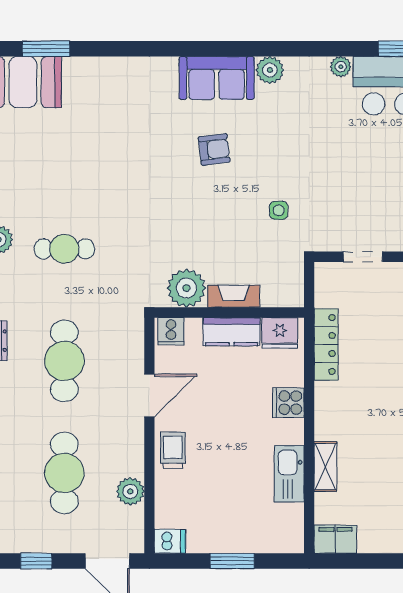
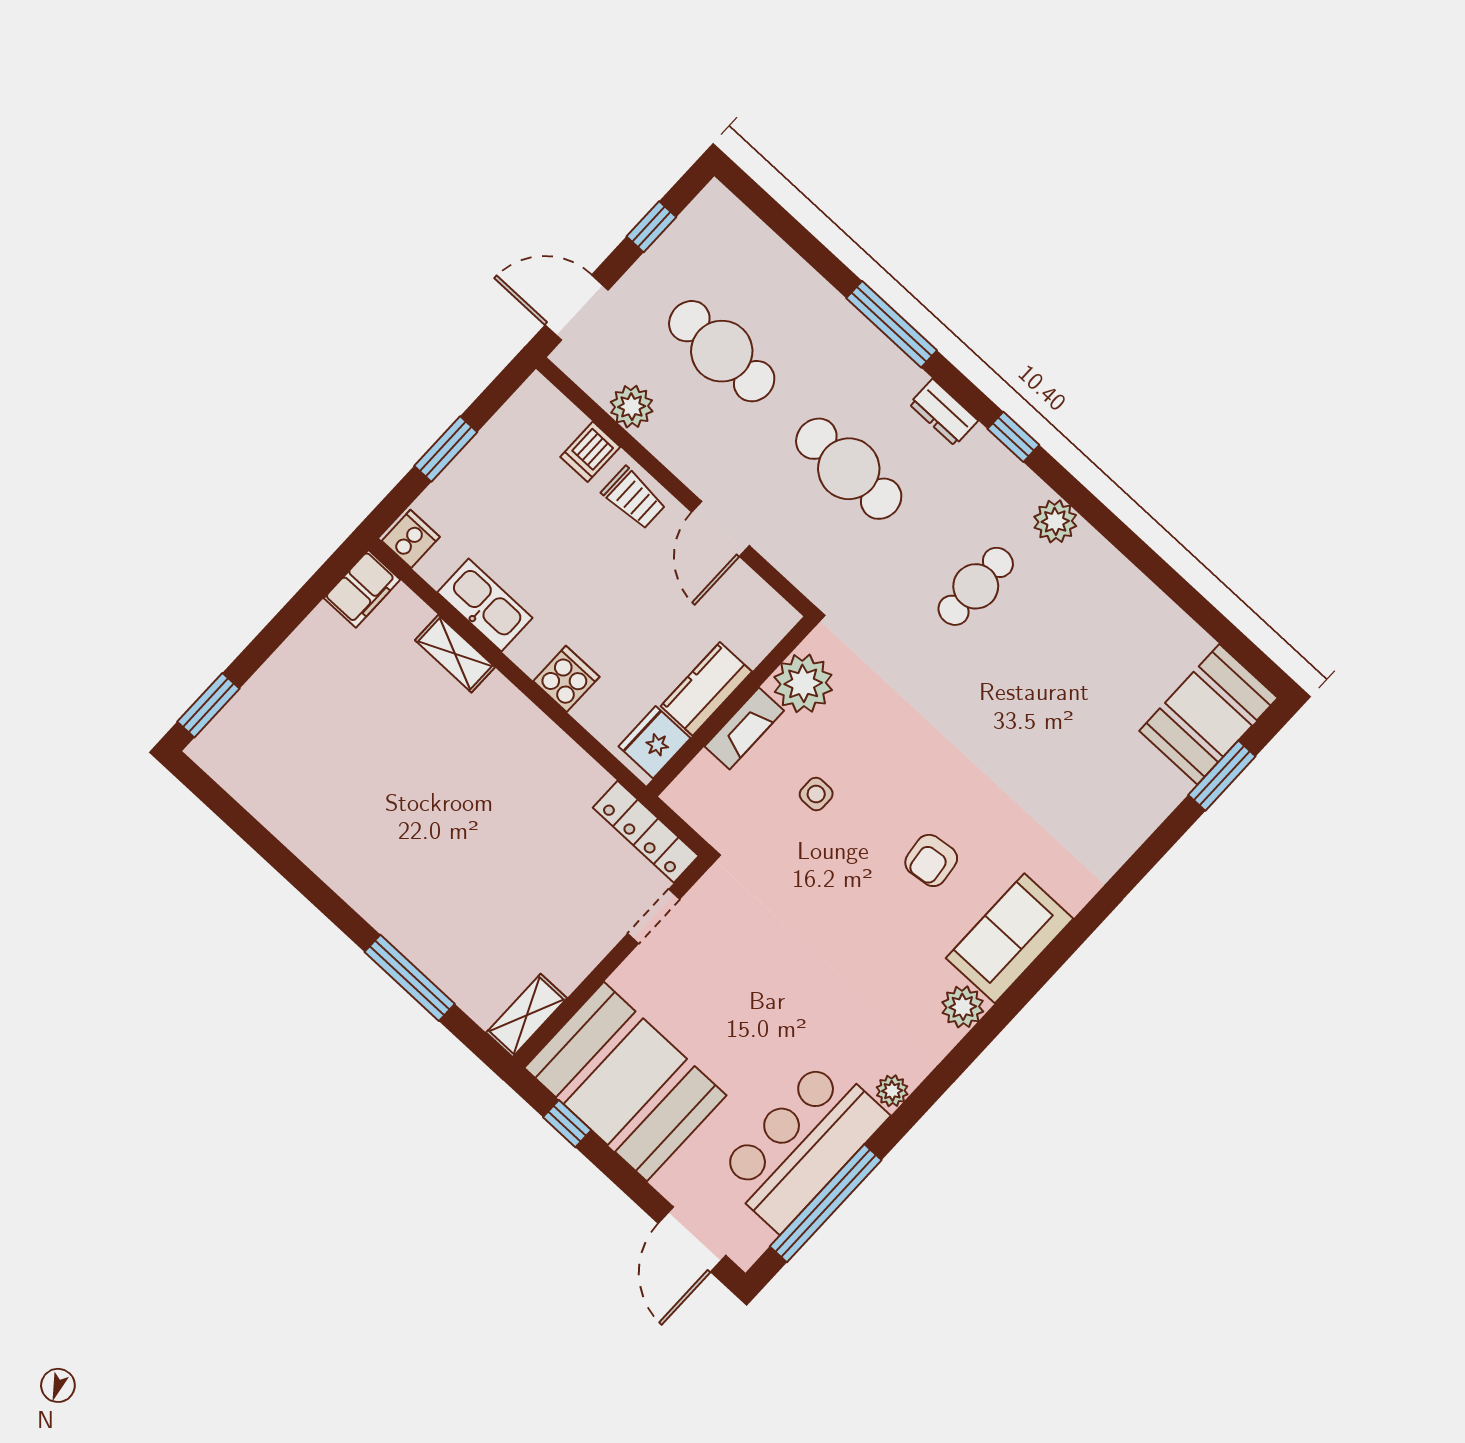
side table: (279, 210) -> (816, 794), moved
cooker: (171, 331) -> (411, 539), moved, turned 90
locker: (326, 345) -> (646, 832), moved
dishwasher: (170, 541) -> (590, 452), moved

